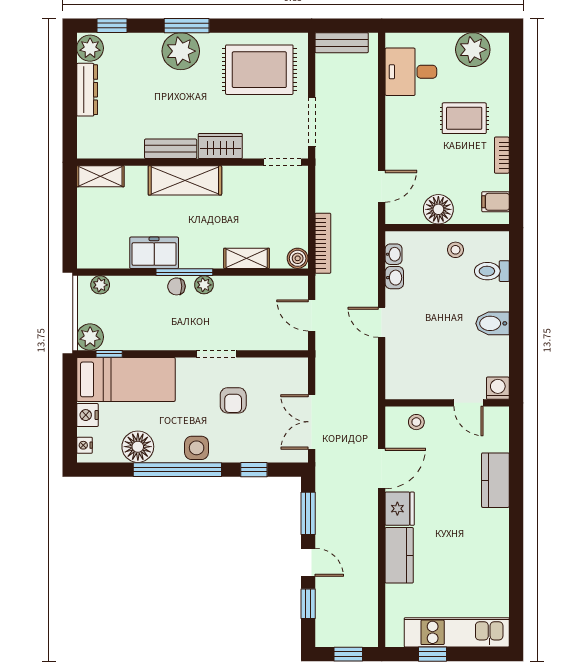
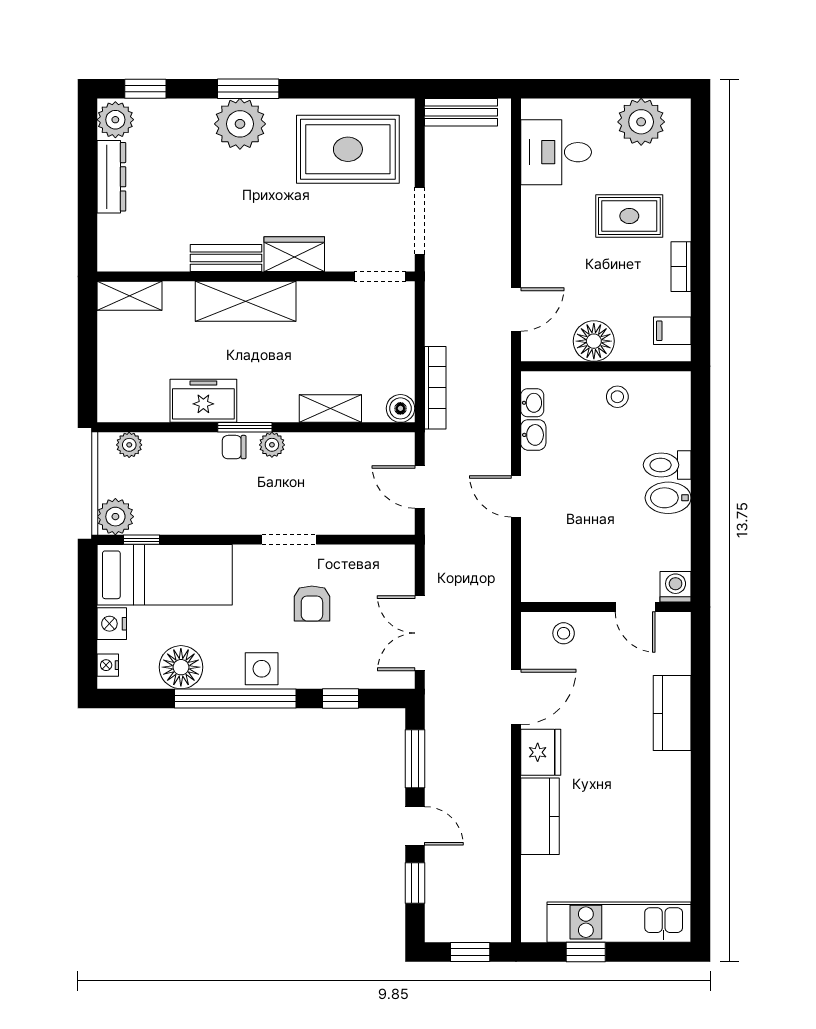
toilet: (492, 271) -> (667, 465), moved
window: (184, 272) -> (245, 427), width x0.69

